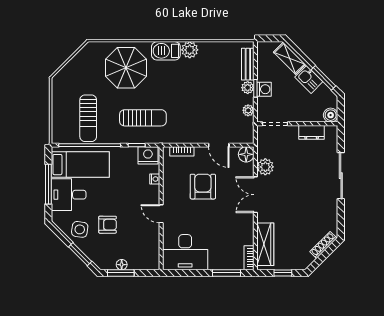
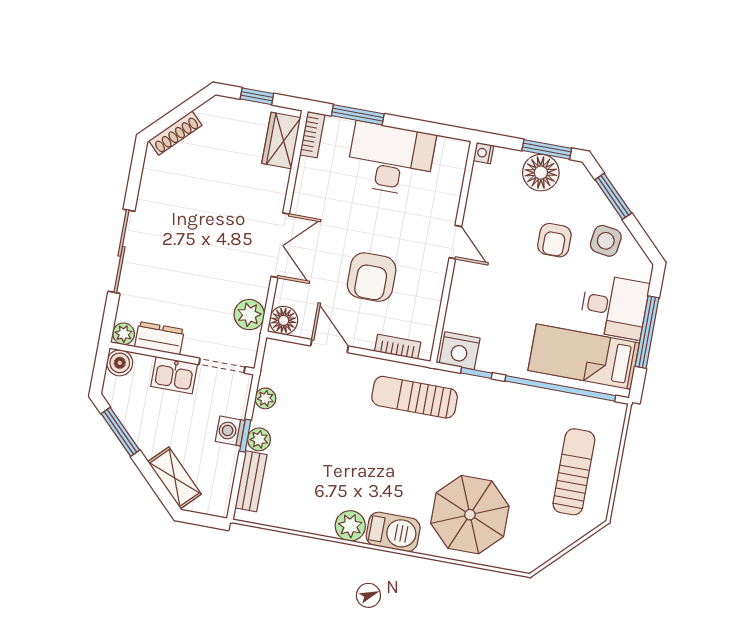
kitchen sink: (309, 79) -> (174, 375), moved, turned 135
sun lounger: (88, 118) -> (574, 472), moved
sun lounger: (143, 118) -> (415, 397), moved
plant: (331, 131) -> (124, 334), added
plant: (265, 167) -> (249, 315), moved
nightstand: (155, 179) -> (483, 153), moved
armchair: (108, 225) -> (554, 240), turned -90
wardrobe: (265, 244) -> (281, 141), width x0.67
desk: (185, 252) -> (391, 159), moved
floor lamp: (122, 265) -> (541, 173), width x1.89, depth x1.89

